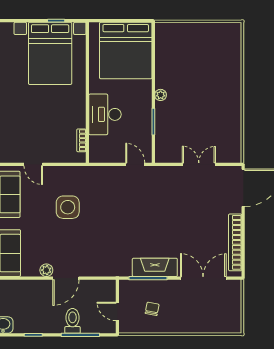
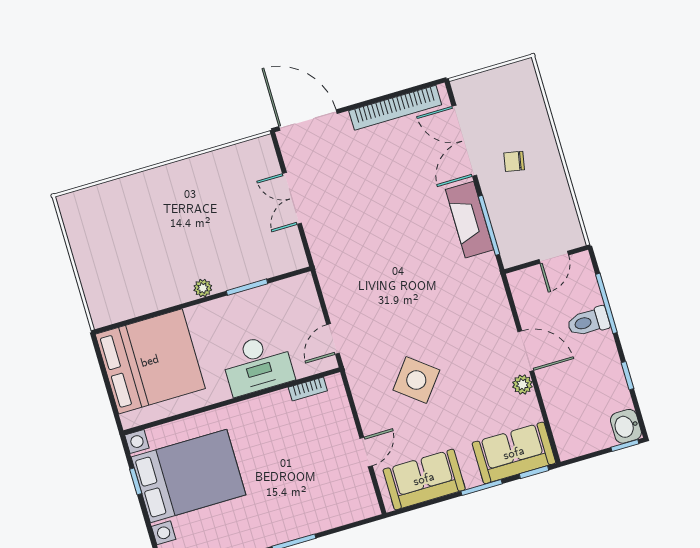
door: (135, 164) -> (333, 339), moved
side table: (68, 207) -> (416, 380), turned 38
chair: (152, 309) -> (514, 161), moved

